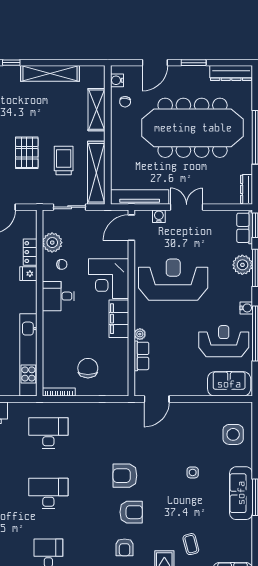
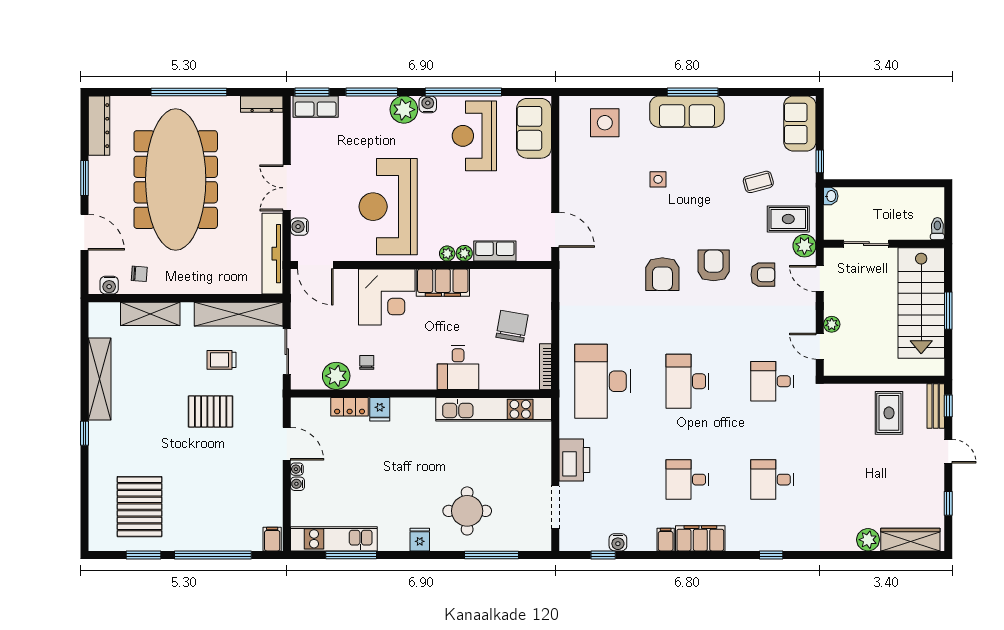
trolley: (64, 161) -> (222, 360), width x0.73, depth x0.72
plant: (242, 265) -> (404, 110), moved
desk: (58, 296) -> (458, 367), moved
plant: (140, 322) -> (447, 254), added
chair: (88, 368) -> (512, 326), turned 100
desk: (48, 433) -> (603, 381), width x1.36, depth x1.30

